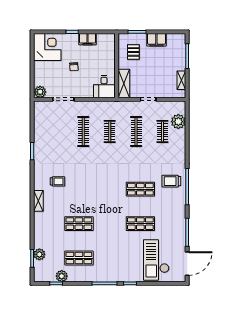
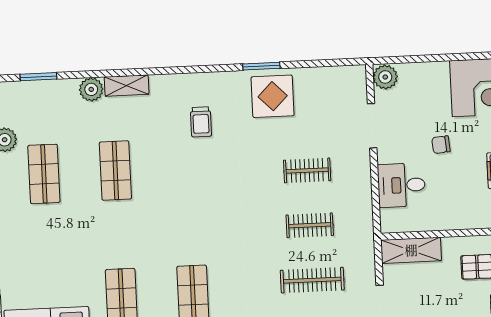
desk: (104, 87) -> (401, 185), moved
clothes rail: (83, 131) -> (307, 170), width x0.73
display table: (47, 146) -> (273, 96), added
shelving: (38, 201) -> (127, 86), moved
plant: (39, 254) -> (91, 89), moved

